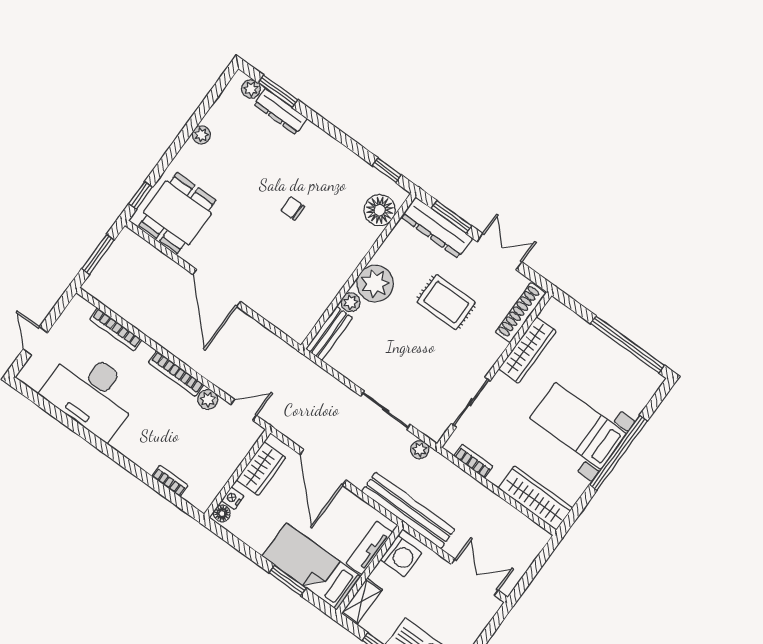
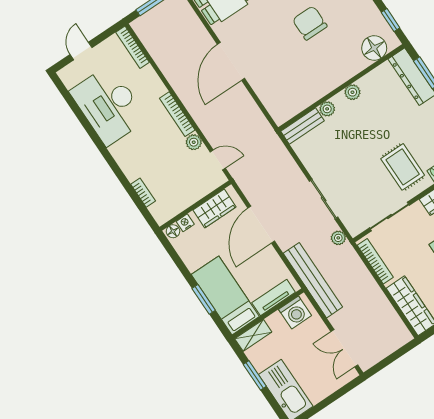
chair: (293, 209) -> (310, 23), width x1.87, depth x1.87
plant: (375, 284) -> (352, 92), width x0.53, depth x0.53
rug: (446, 302) -> (403, 167), moved
bookcase: (116, 329) -> (133, 47), moved
bookcase: (473, 461) -> (375, 261), width x1.56
double door: (475, 577) -> (344, 348), swing flipped

